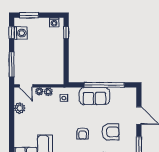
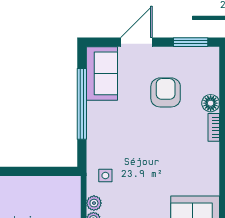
sofa: (94, 96) -> (102, 73), moved
armchair: (83, 133) -> (168, 142), removed

